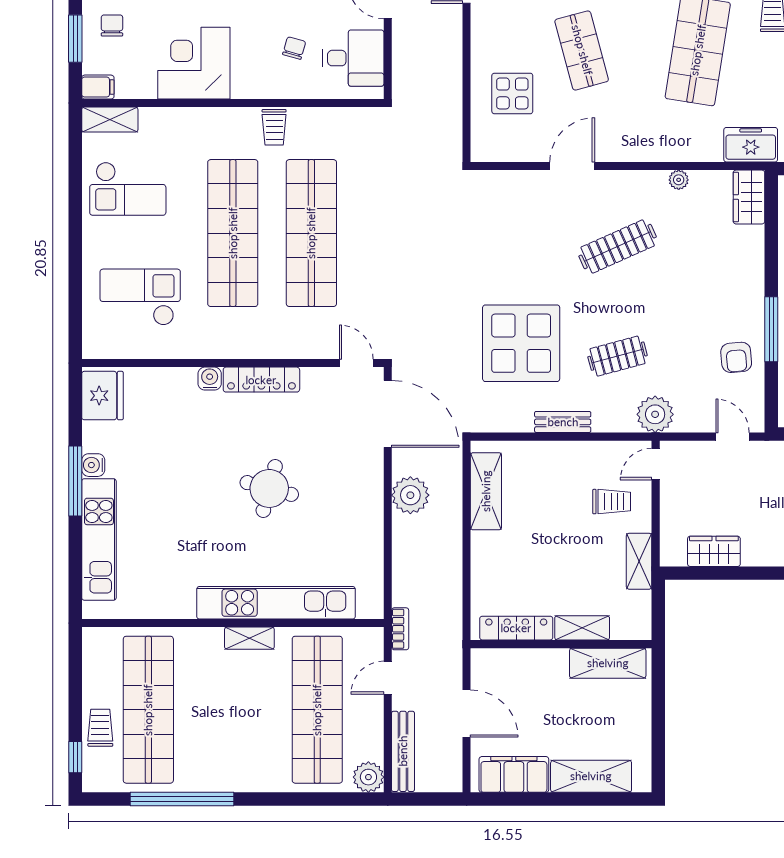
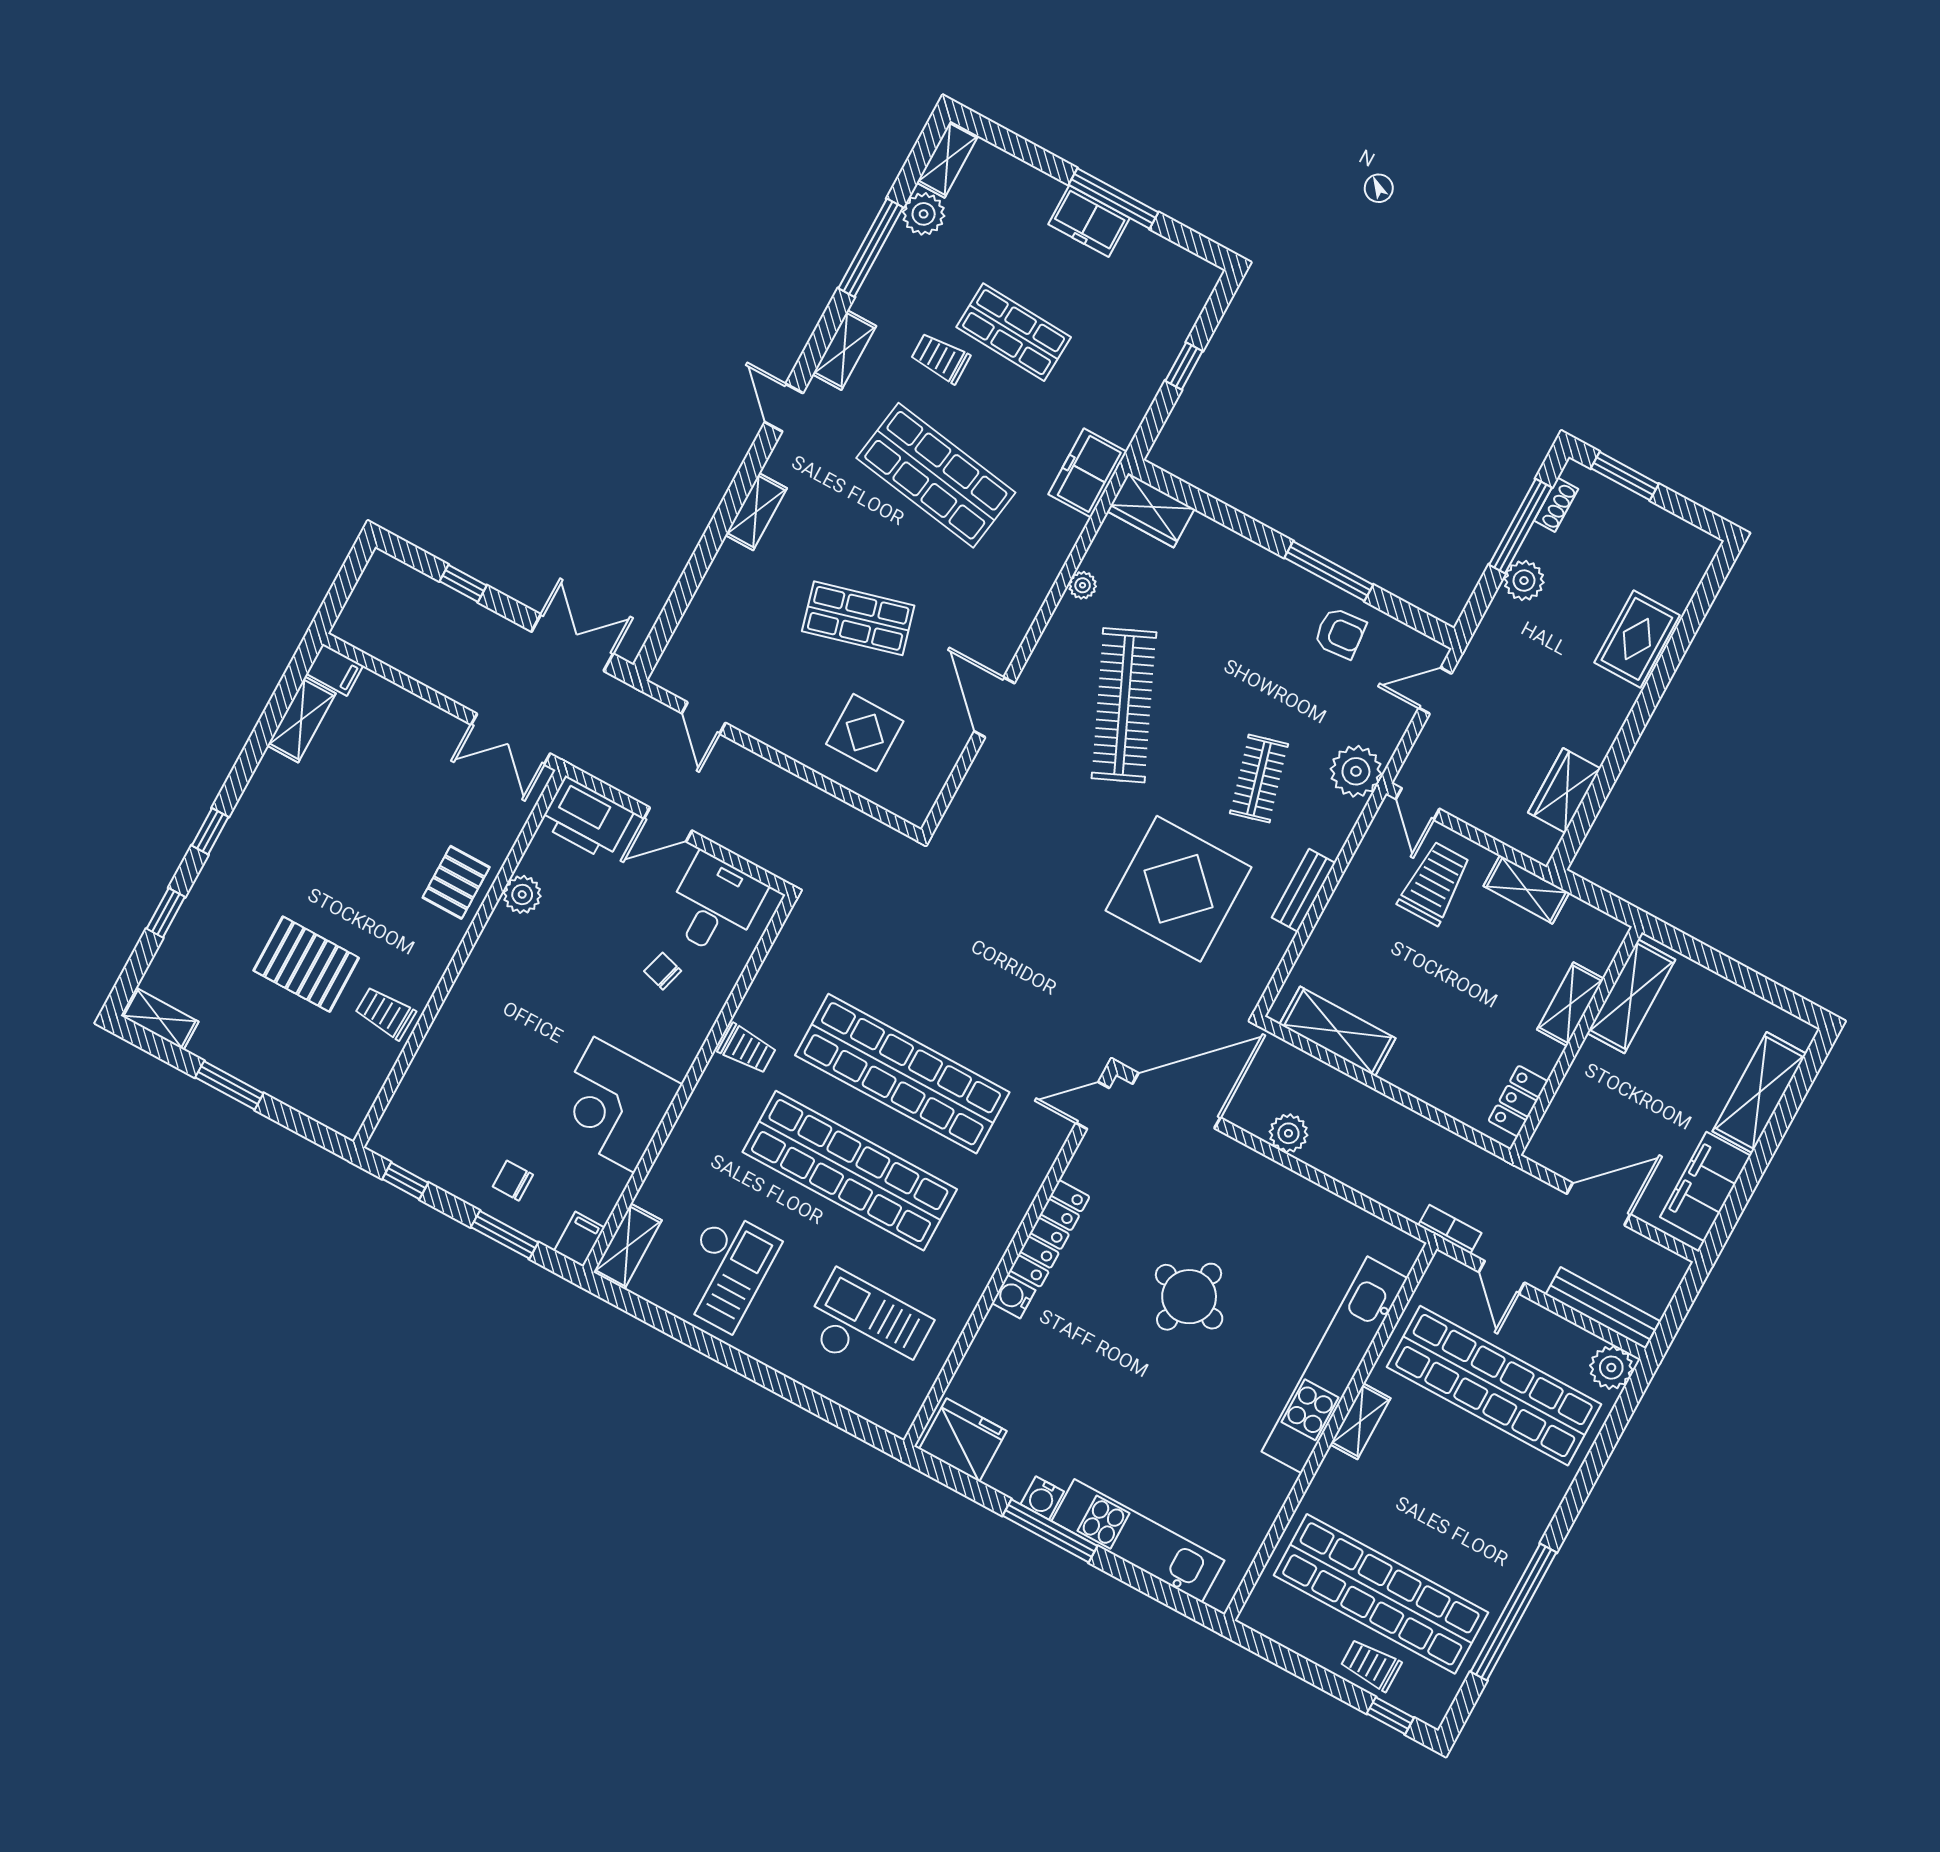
clothes rail: (618, 247) -> (1124, 705), width x1.37, depth x1.31
checkout: (140, 297) -> (867, 1328), turned 90
plant: (410, 495) -> (1288, 1133), width x0.73, depth x0.73
trolley: (612, 502) -> (1434, 883), width x1.36, depth x1.39
locker: (516, 628) -> (1518, 1101), width x0.66

